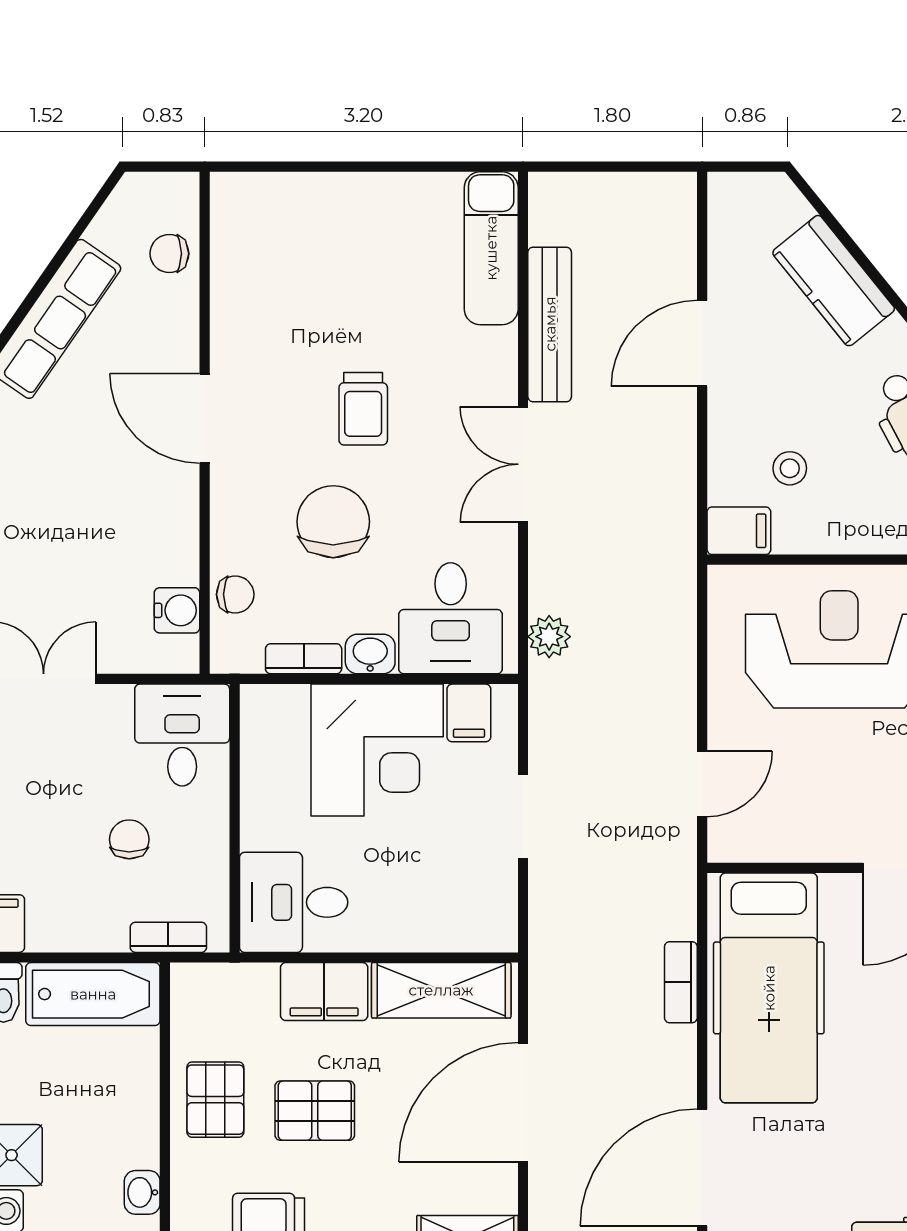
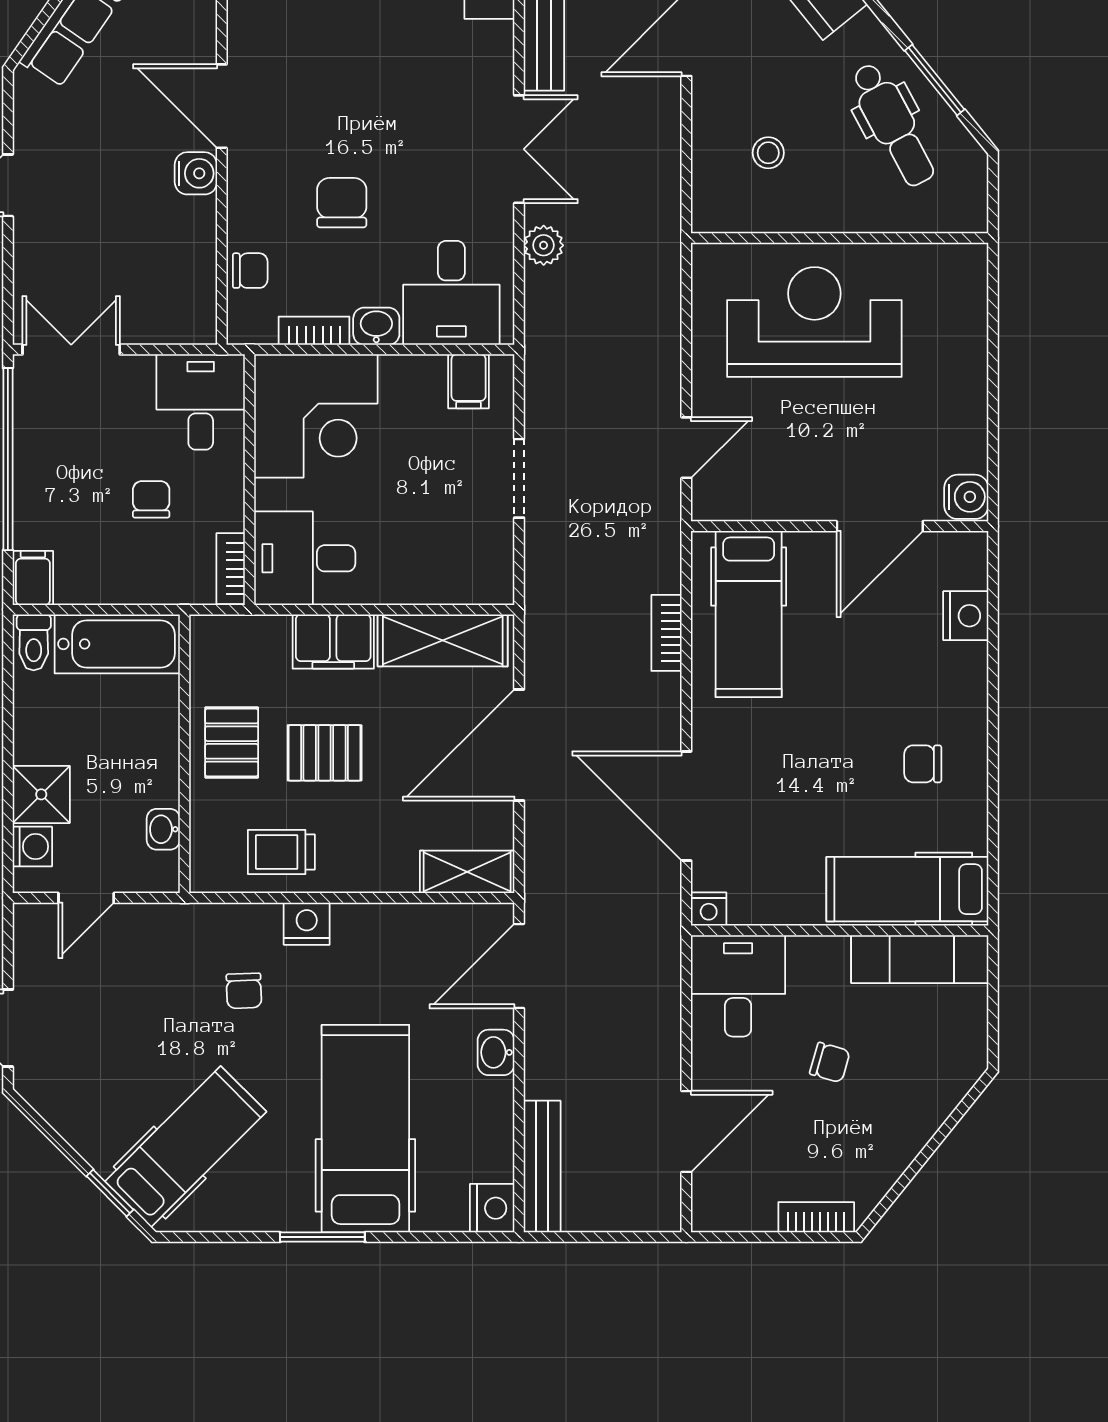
trolley: (363, 409) -> (370, 97), removed
double door: (523, 464) -> (519, 149), swing flipped
chair: (333, 522) -> (342, 203), width x0.73, depth x0.73
filing cabinet: (739, 531) -> (721, 211), removed
water cooler: (177, 610) -> (196, 173), moved
plant: (549, 637) -> (544, 245), moved
corner desk: (377, 750) -> (316, 416), moved
bookcase: (168, 937) -> (231, 569), moved, turned -90
hospital bed: (769, 988) -> (749, 614), width x0.73, depth x0.78
door: (702, 1168) -> (686, 806), hinge flipped

